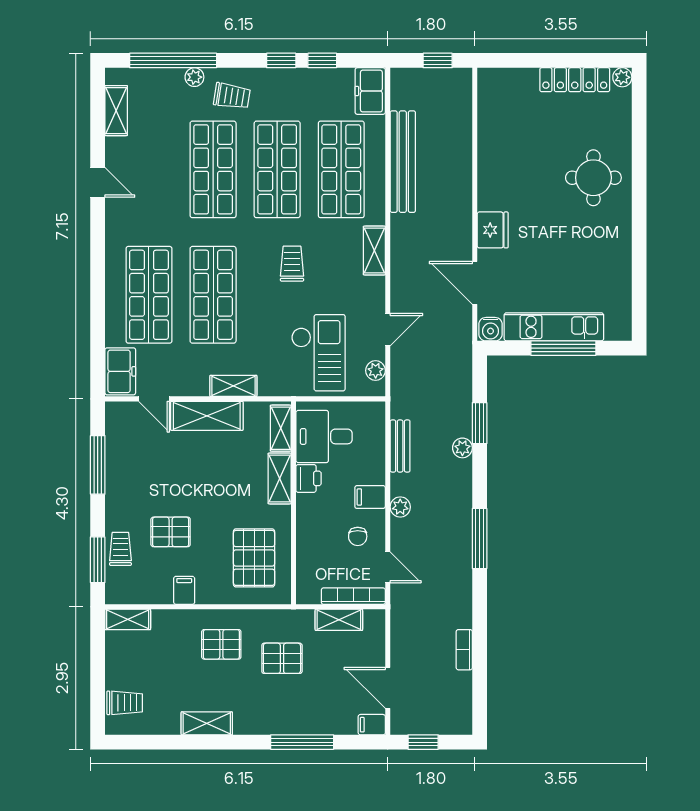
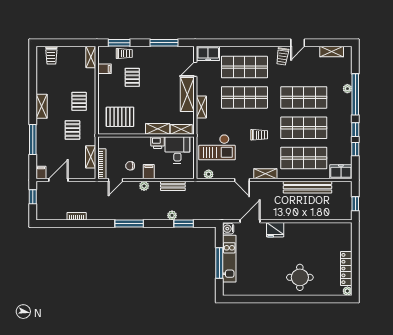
window: (173, 60) -> (355, 94), moved
trolley: (232, 96) -> (282, 56), moved
door: (388, 330) -> (242, 180), moved
filing cabinet: (184, 590) -> (105, 69), moved
shelving: (207, 723) -> (42, 106), moved

